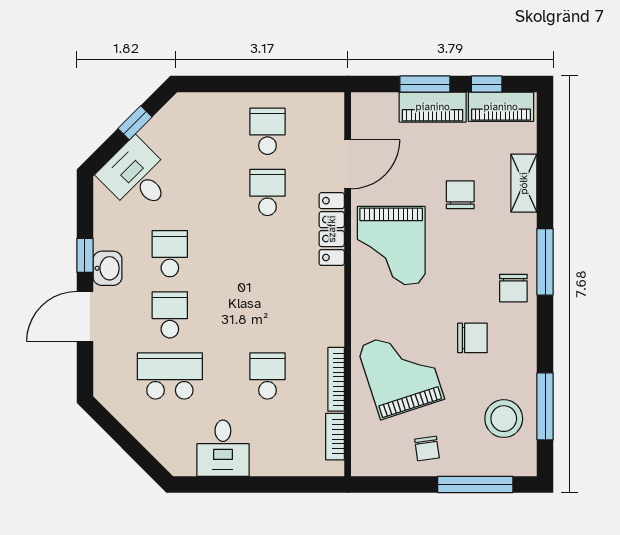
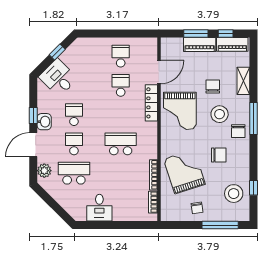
stool: (474, 253) -> (220, 114), added
plant: (108, 371) -> (44, 171), added
school desk: (267, 376) -> (121, 144), moved, width x1.85
window: (545, 406) -> (253, 188), width x0.46

